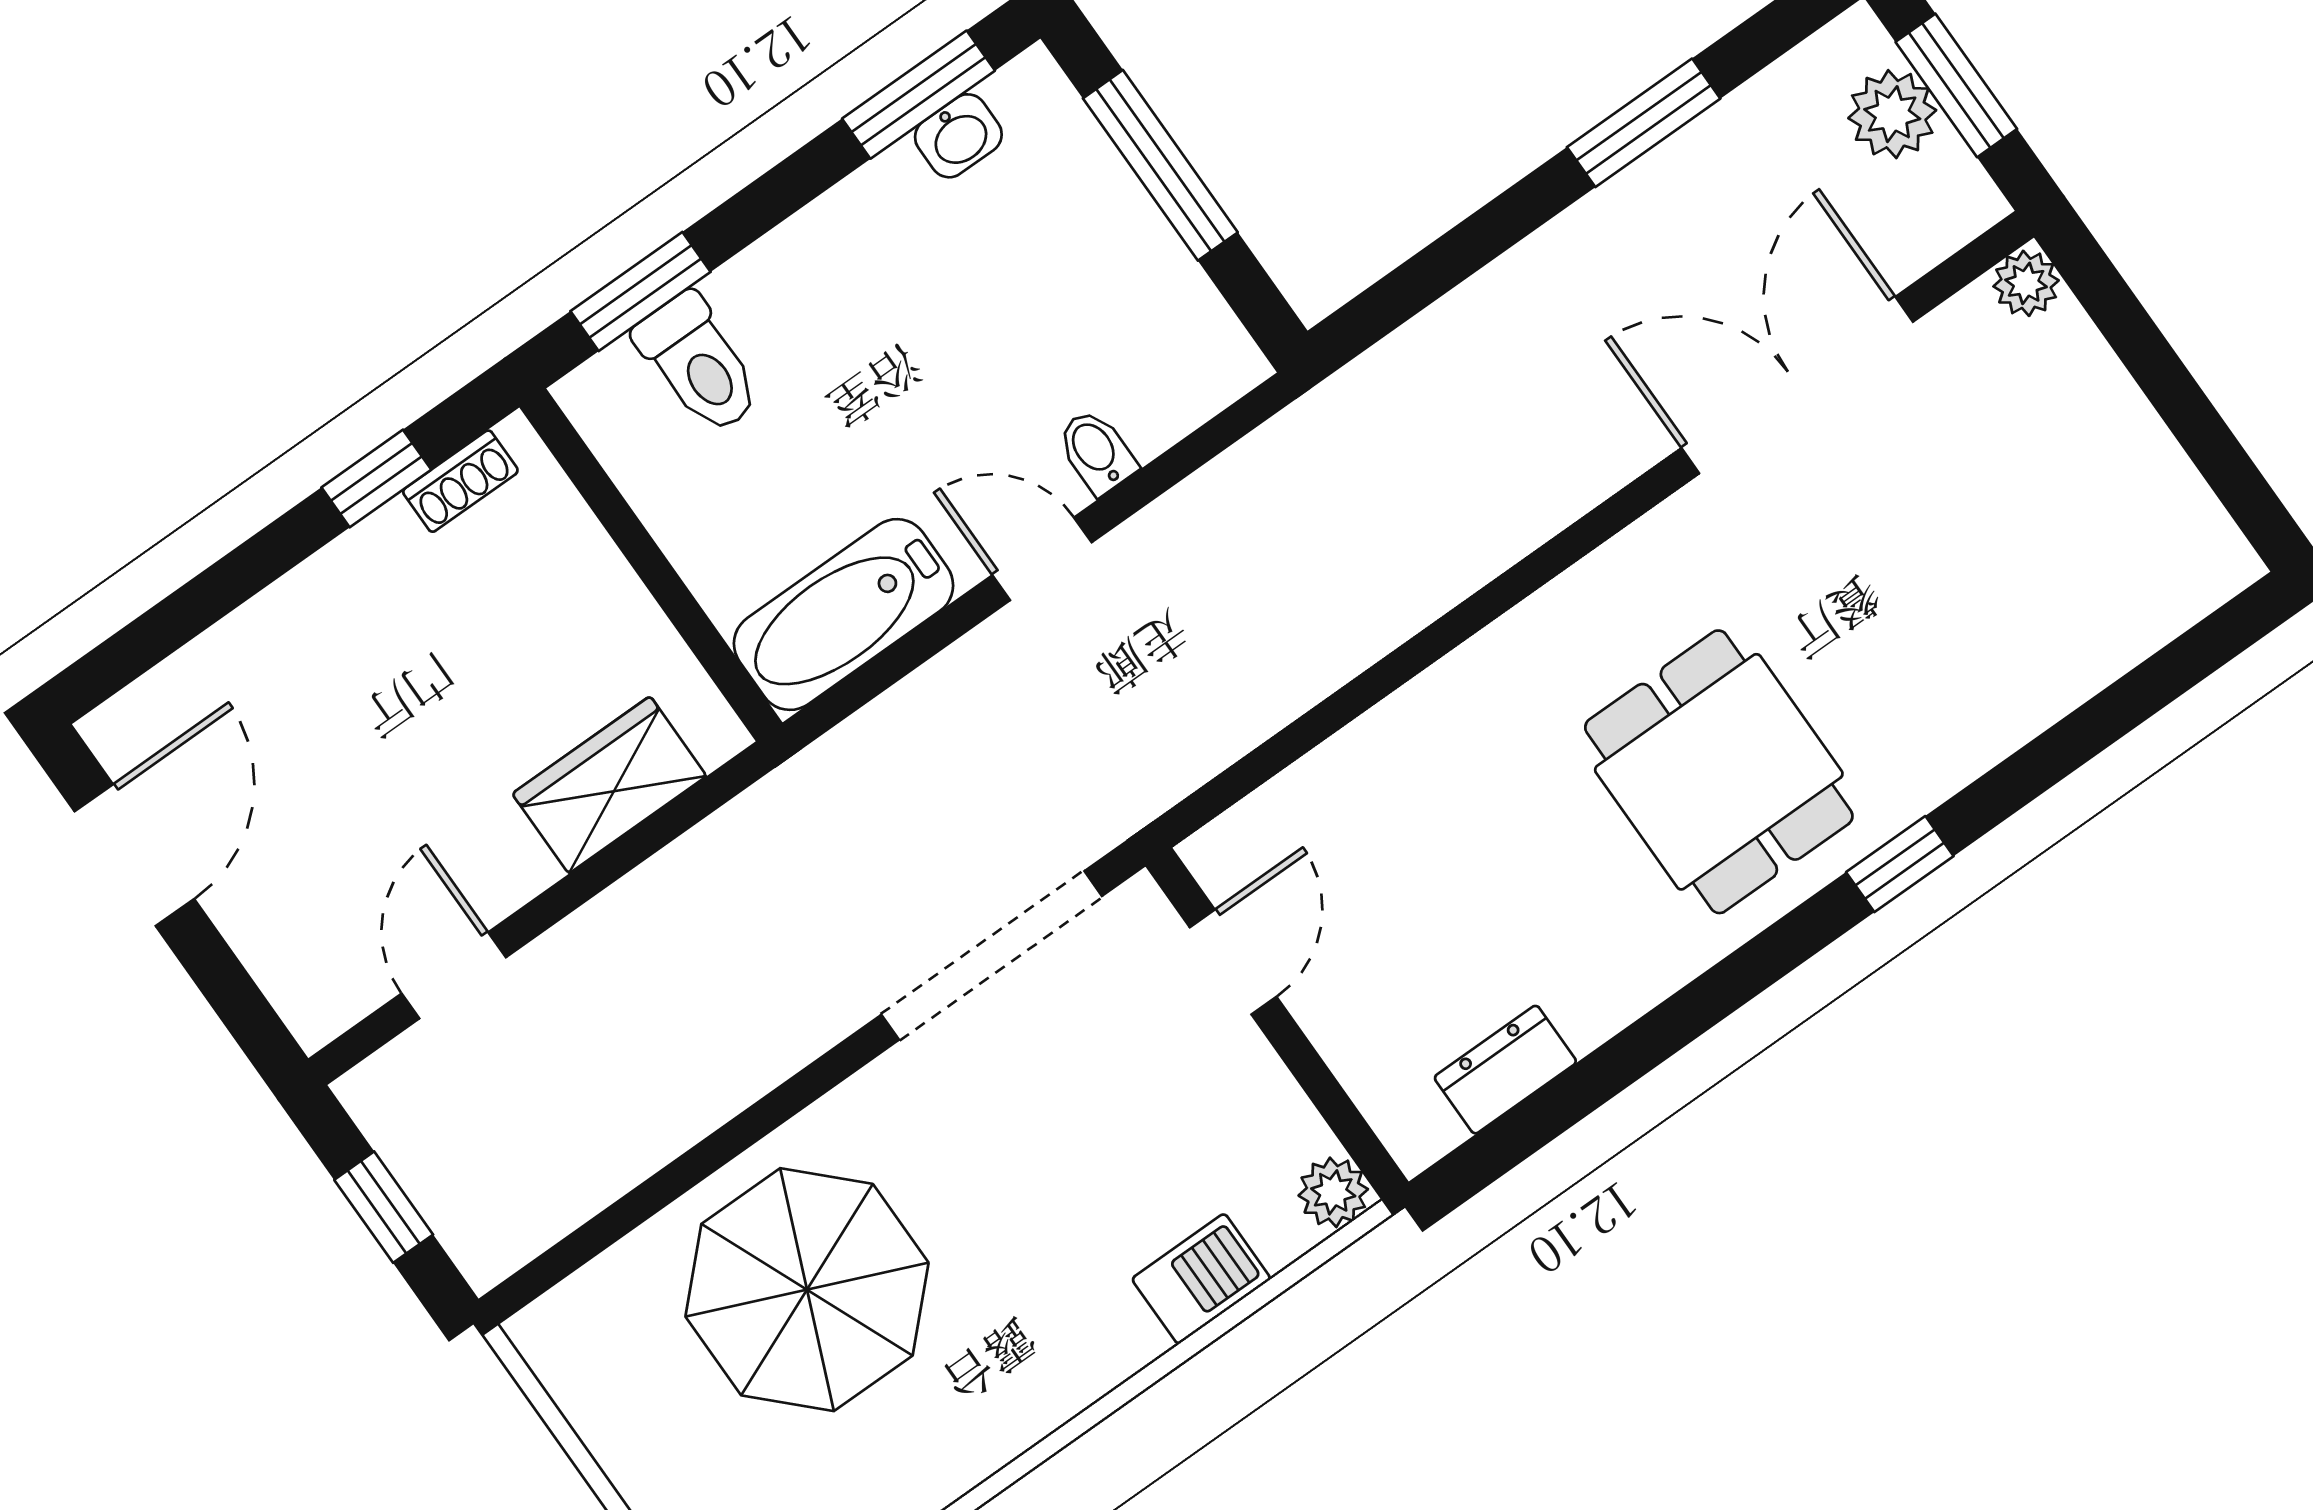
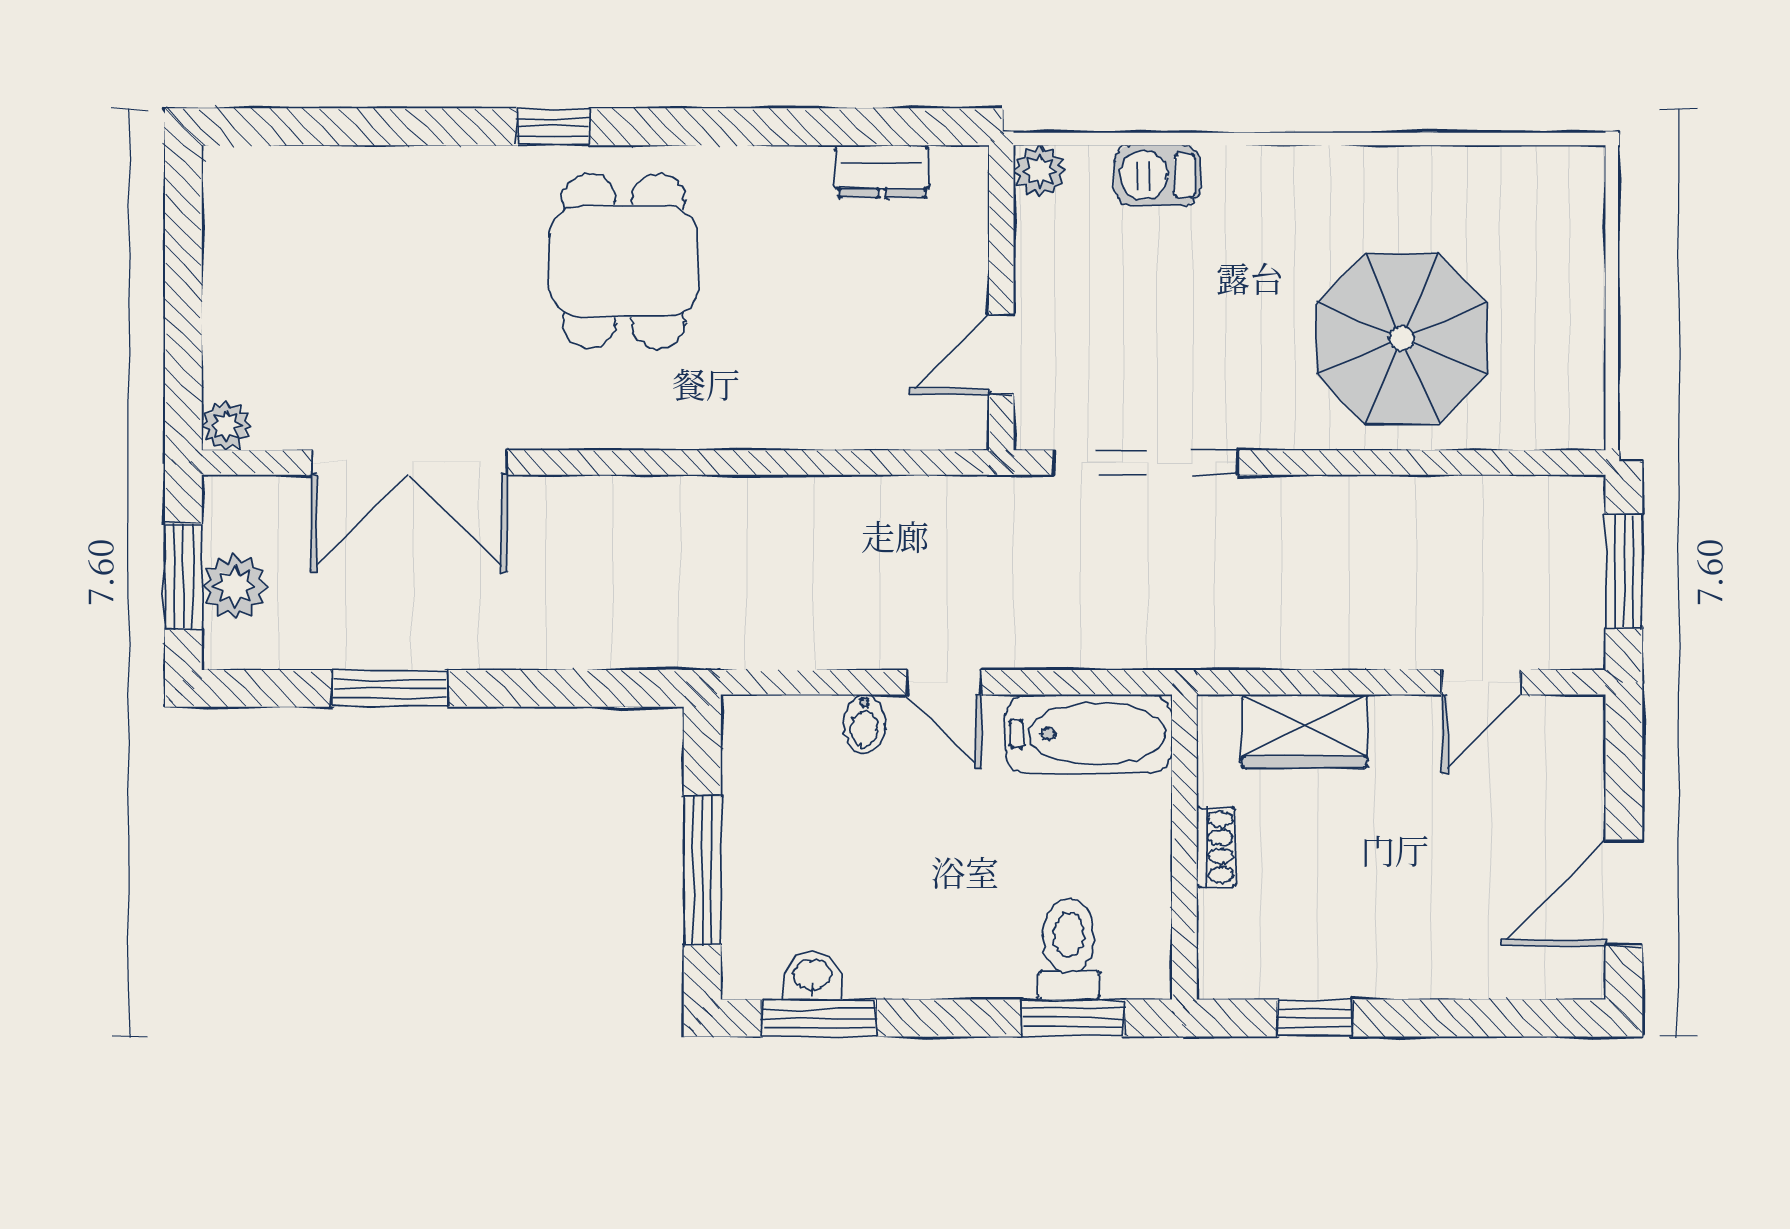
shoe rack: (460, 481) -> (1216, 847), moved, turned 90
window: (384, 1207) -> (1624, 571), width x1.50

